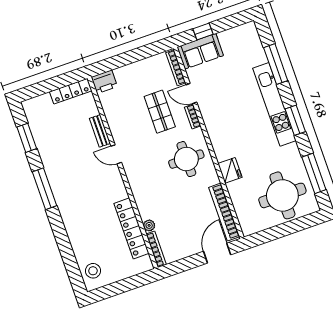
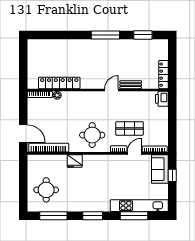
kitchen unit: (274, 104) -> (139, 206), moved
round table: (282, 195) -> (46, 190), width x0.73, depth x0.73
stool: (93, 271) -> (40, 48), removed

